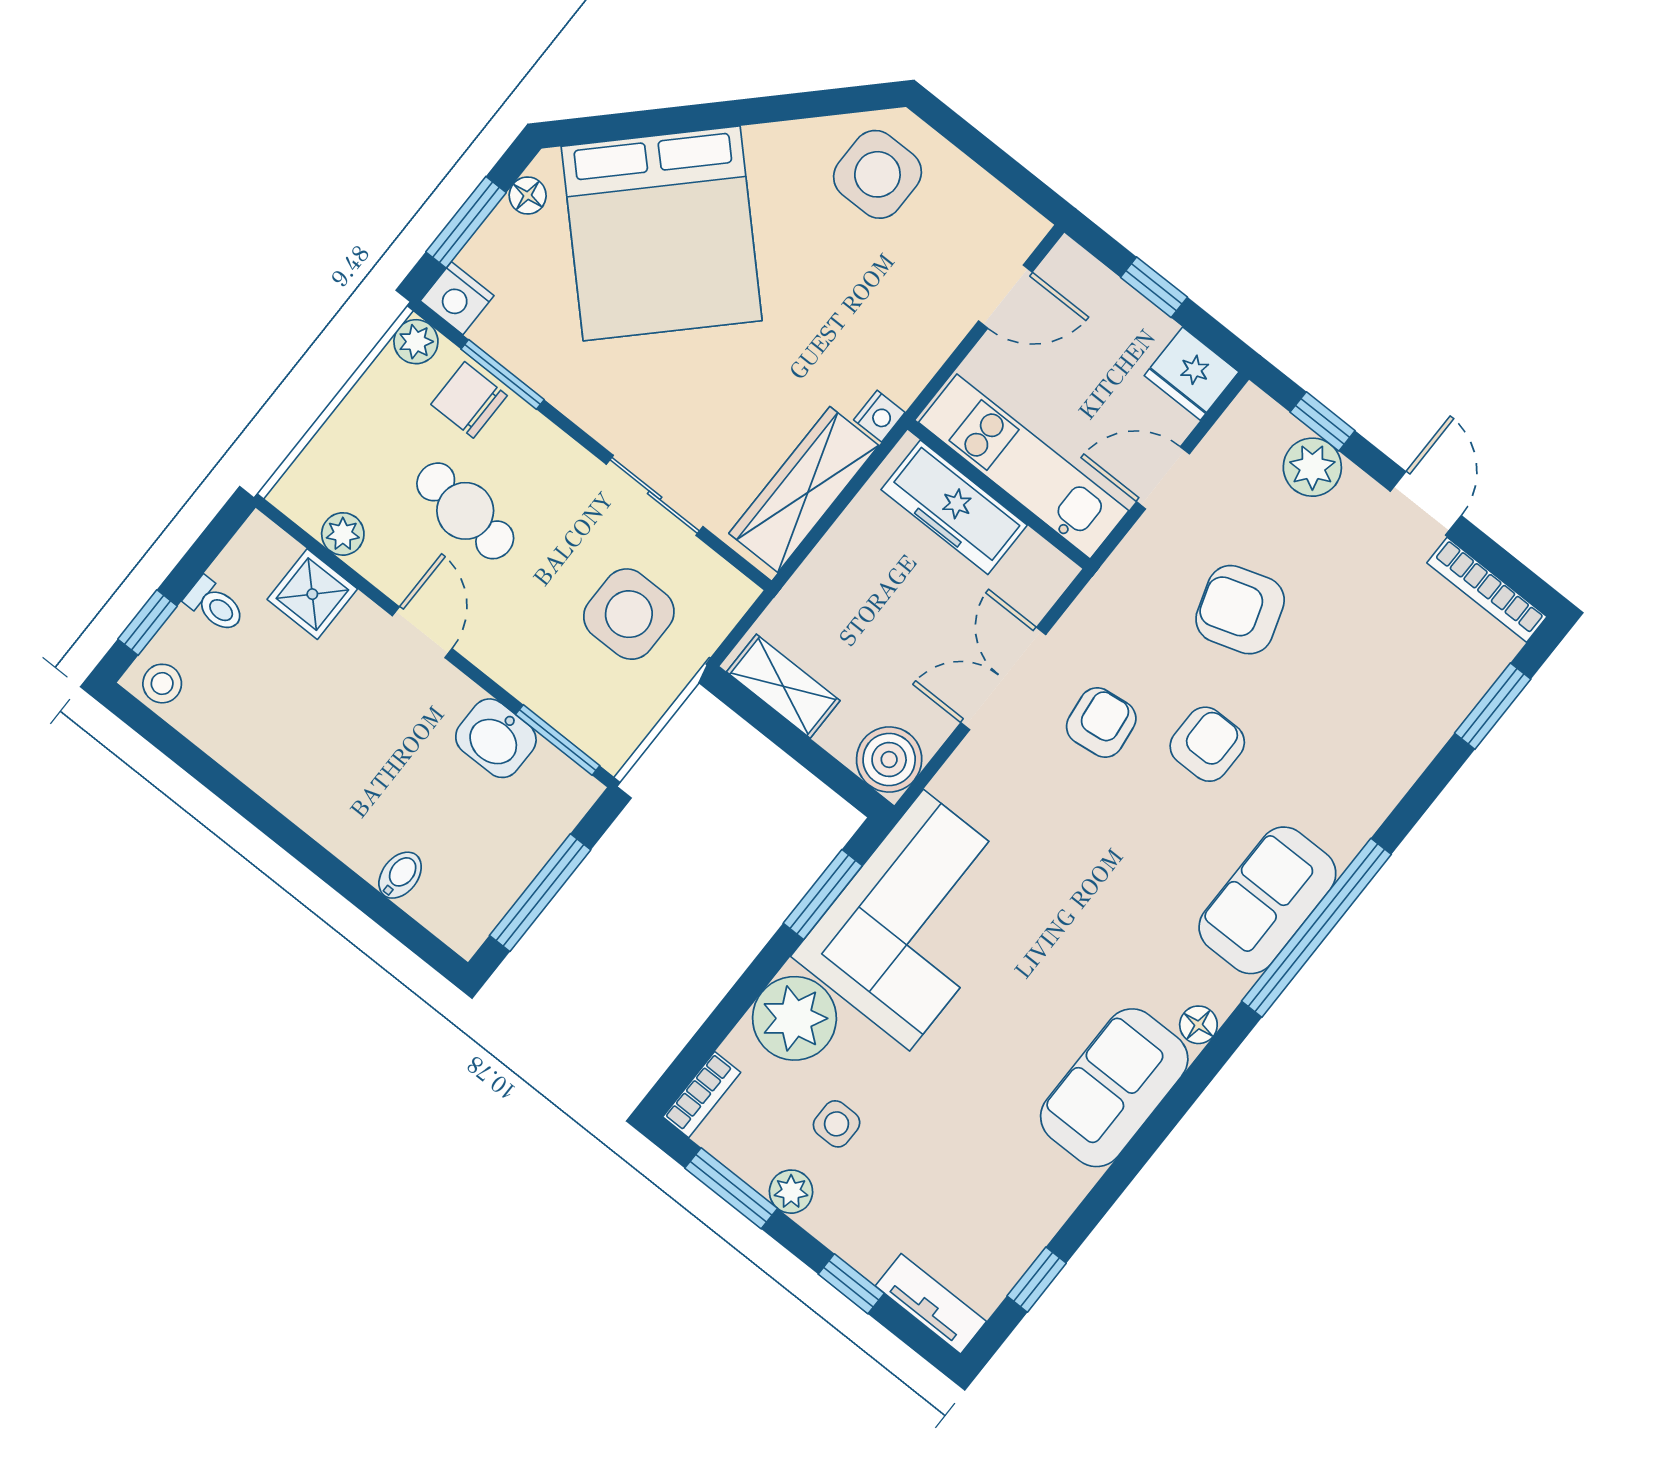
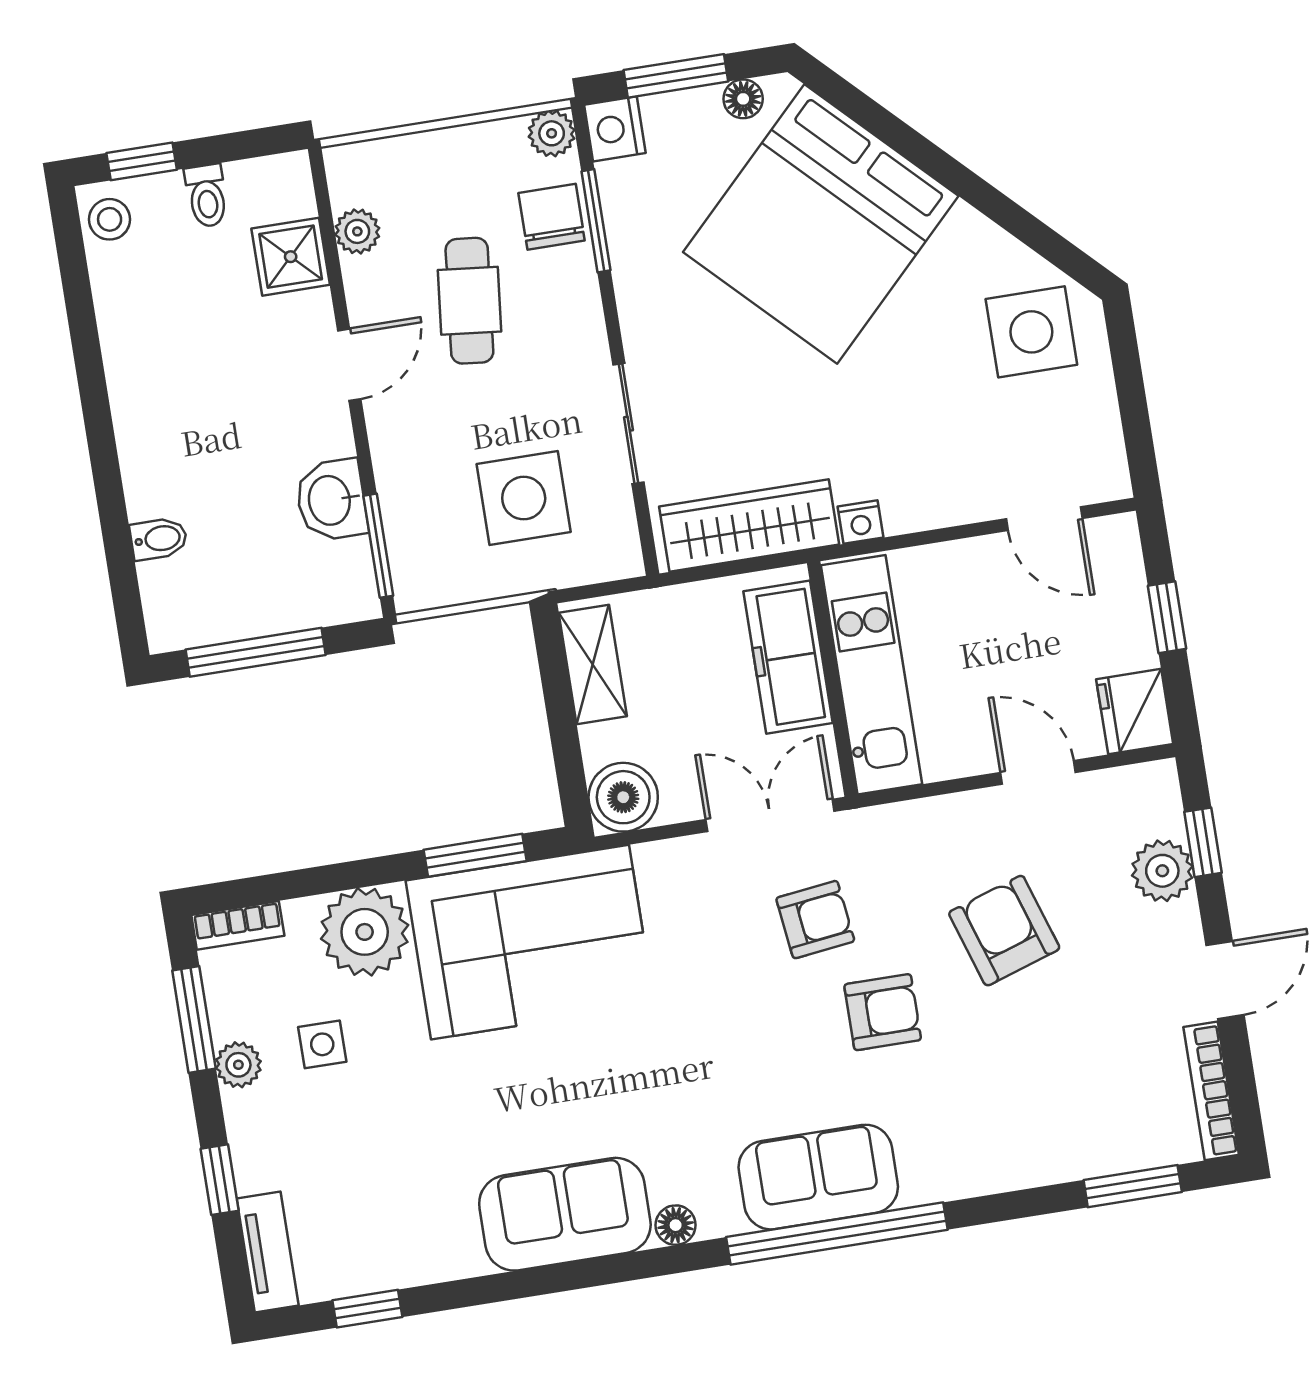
kitchen unit: (1024, 466) -> (872, 675), moved
wall: (999, 494) -> (832, 679), moved
freezer: (954, 507) -> (788, 657), moved

